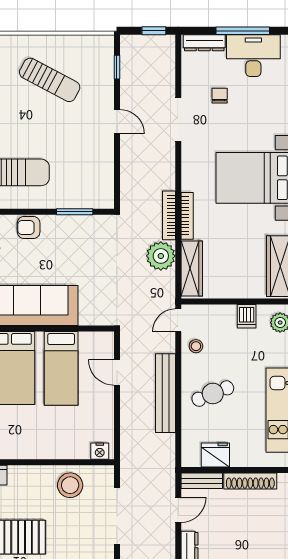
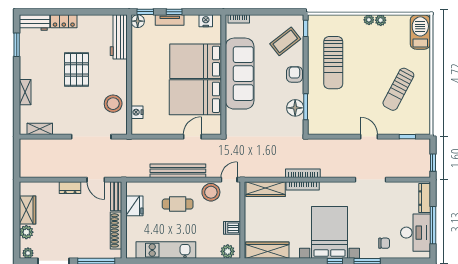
chair: (220, 96) -> (384, 243), moved
door: (117, 122) -> (369, 137), swing flipped
floor lamp: (76, 226) -> (295, 108), added
plant: (161, 256) -> (274, 167), removed
door: (178, 320) -> (229, 180), hinge flipped
stool: (196, 346) -> (211, 192), width x1.89, depth x1.89
bed: (61, 368) -> (195, 97), width x1.50
cafe table: (213, 394) -> (178, 204), turned -68
nightstand: (100, 451) -> (137, 112), moved

